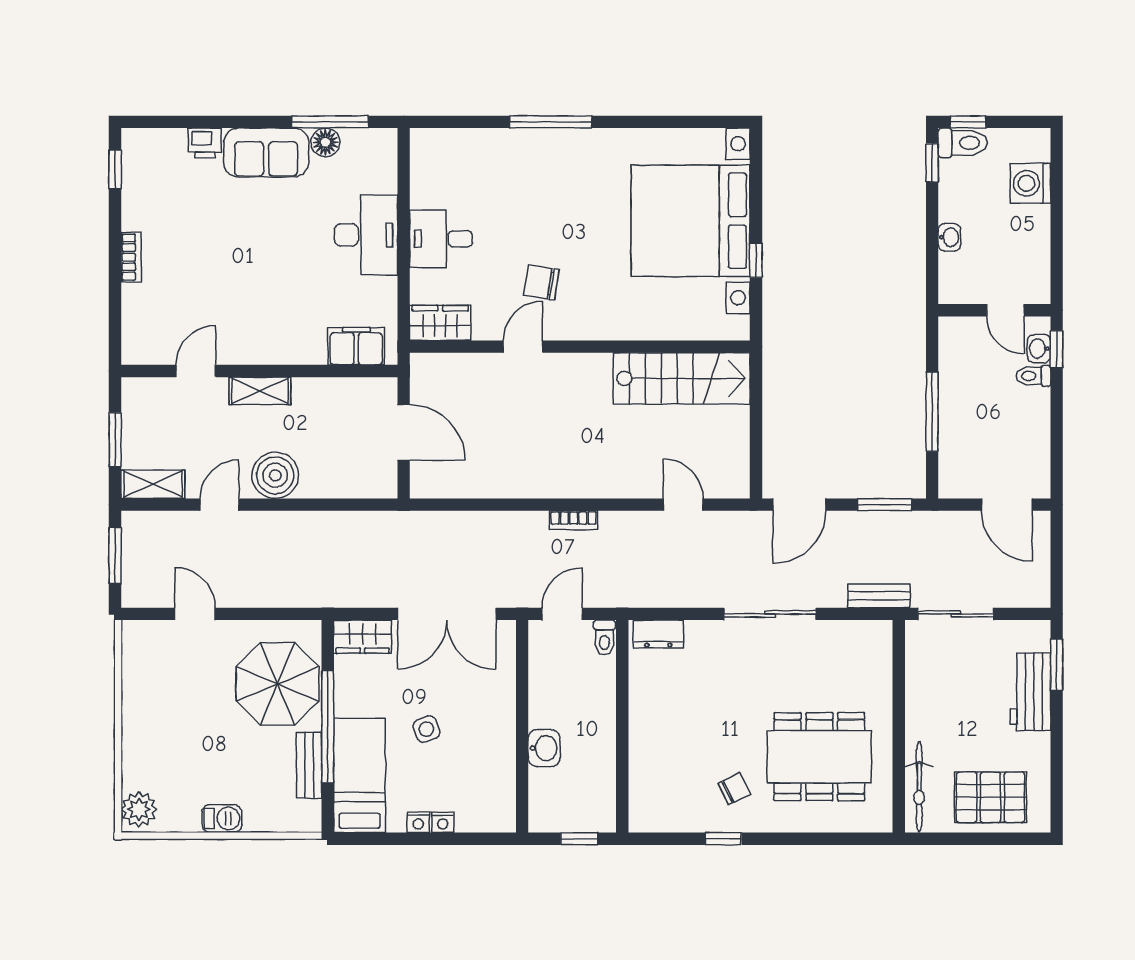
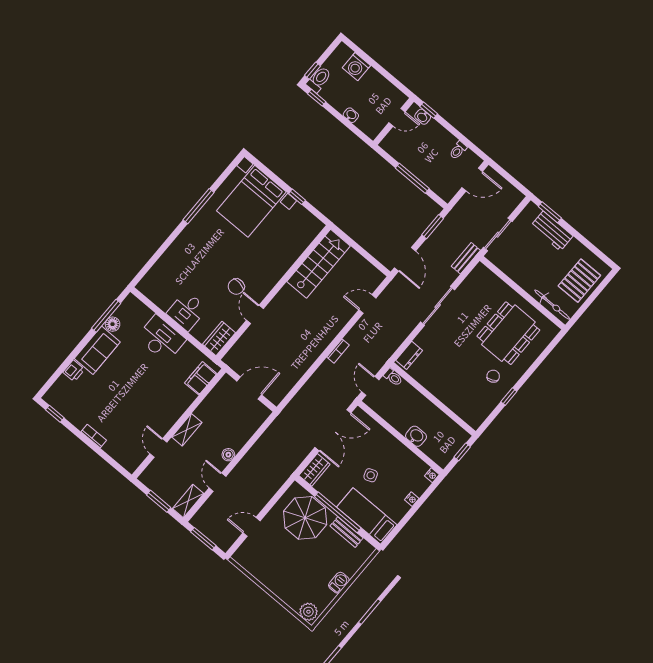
window: (551, 122) -> (198, 206), moved
bed with nightstands: (691, 221) -> (251, 201), width x0.73
toilet: (1033, 376) -> (458, 150), moved
boiler: (275, 475) -> (228, 455), width x0.54, depth x0.54
nightstand: (418, 822) -> (432, 475), moved

